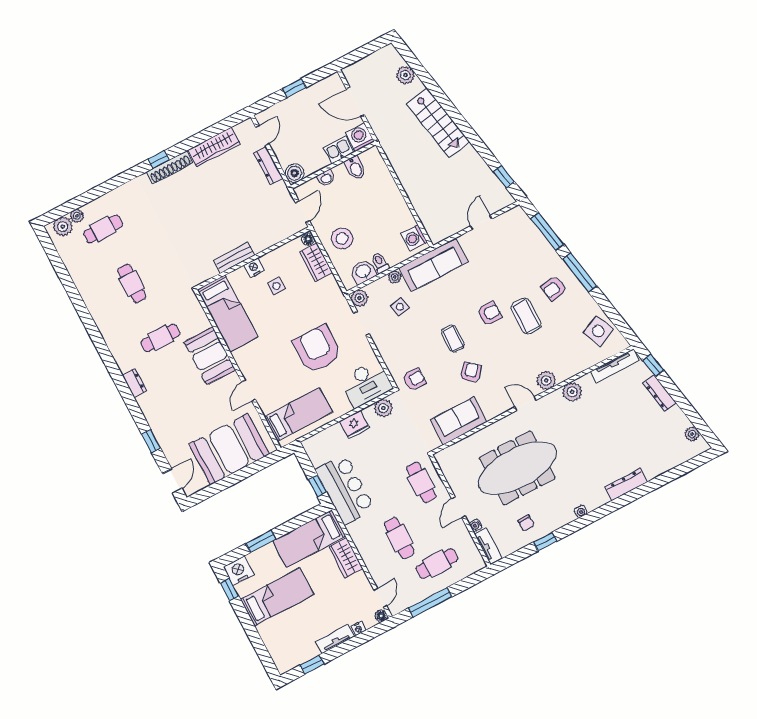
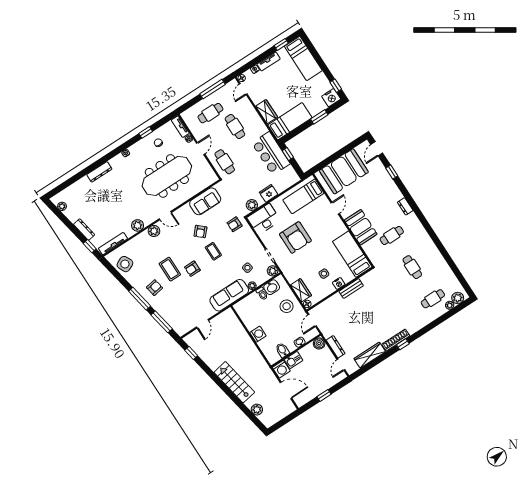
washing machine: (414, 238) -> (258, 334), moved
bed: (277, 597) -> (303, 58), moved, turned -90

